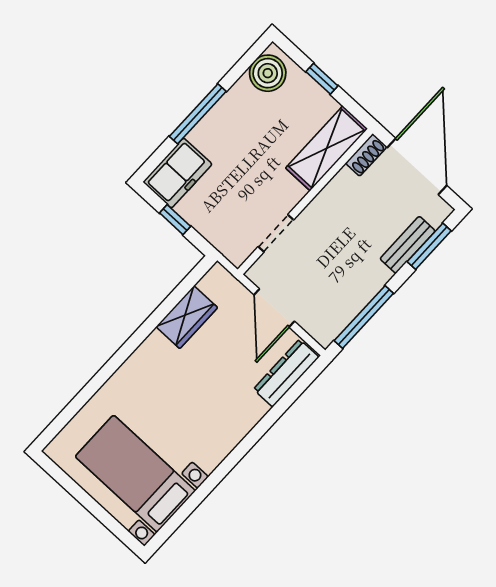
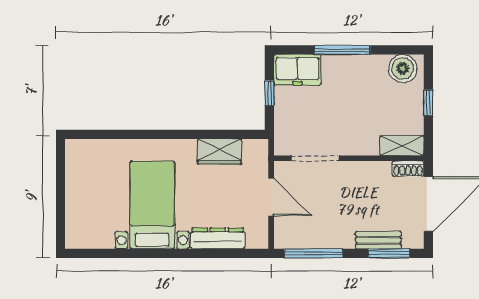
shelving: (327, 148) -> (402, 146), width x0.67, depth x0.75
doorway: (276, 233) -> (315, 158), width x1.38
door: (274, 308) -> (271, 197), swing flipped
dresser: (286, 373) -> (218, 238), moved
bed with nightstands: (135, 474) -> (152, 205), moved

